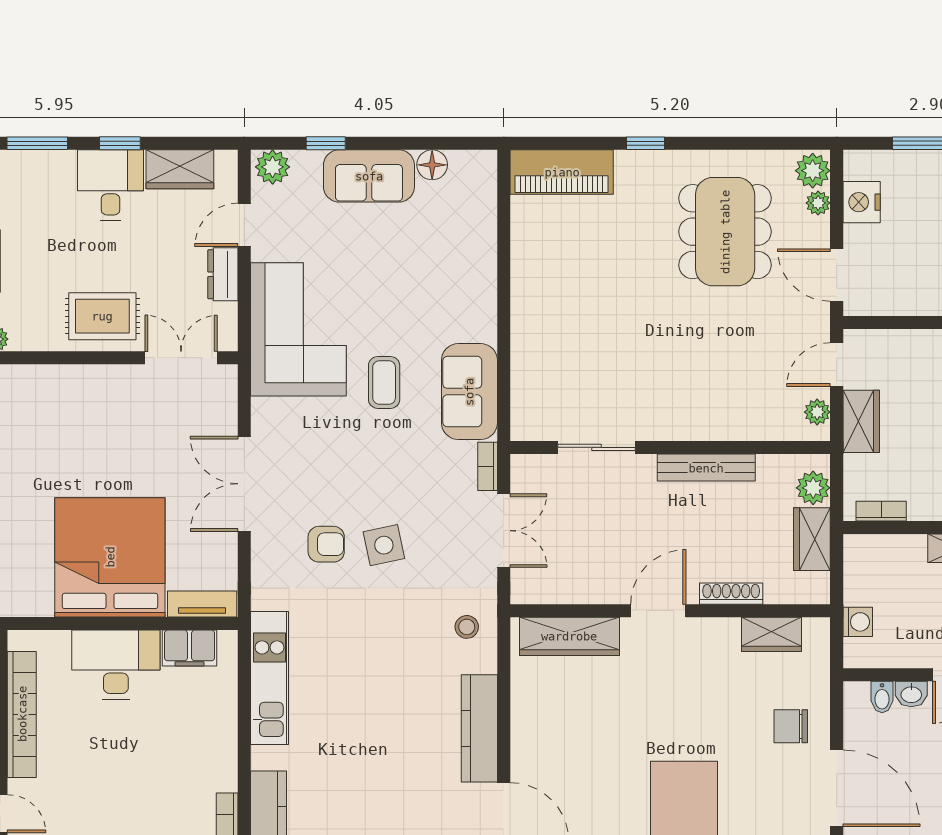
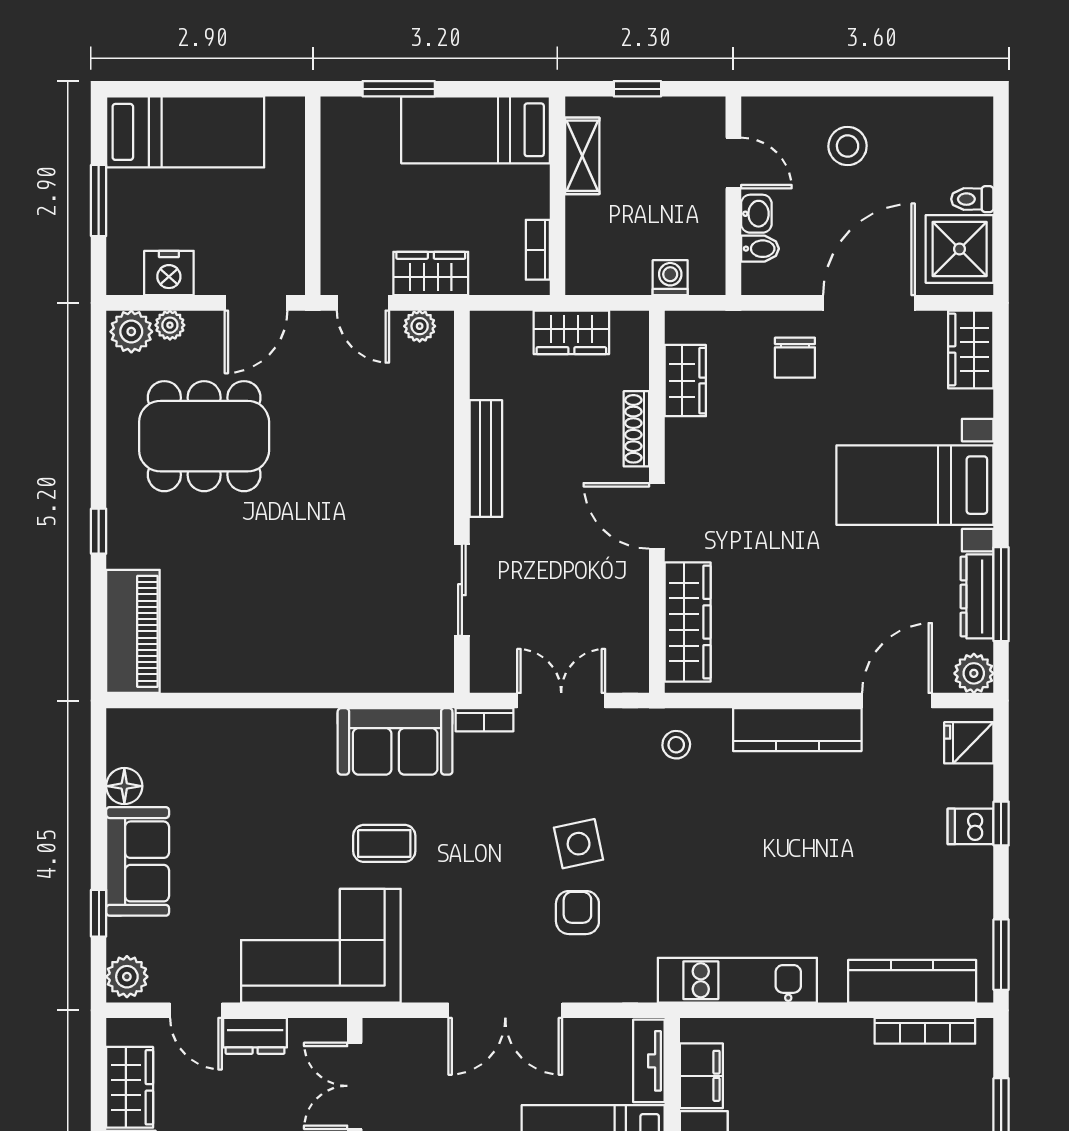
plant: (813, 488) -> (510, 331), removed

